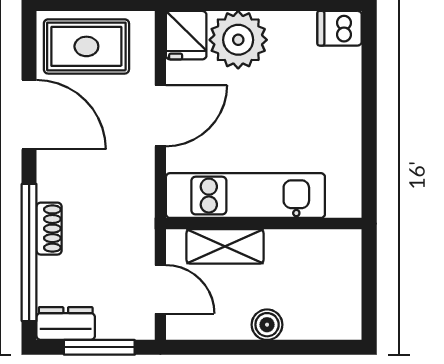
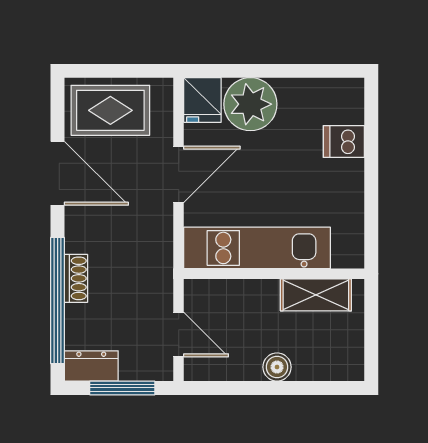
dishwasher: (340, 28) -> (344, 141), moved
shelving: (225, 246) -> (316, 295), moved

